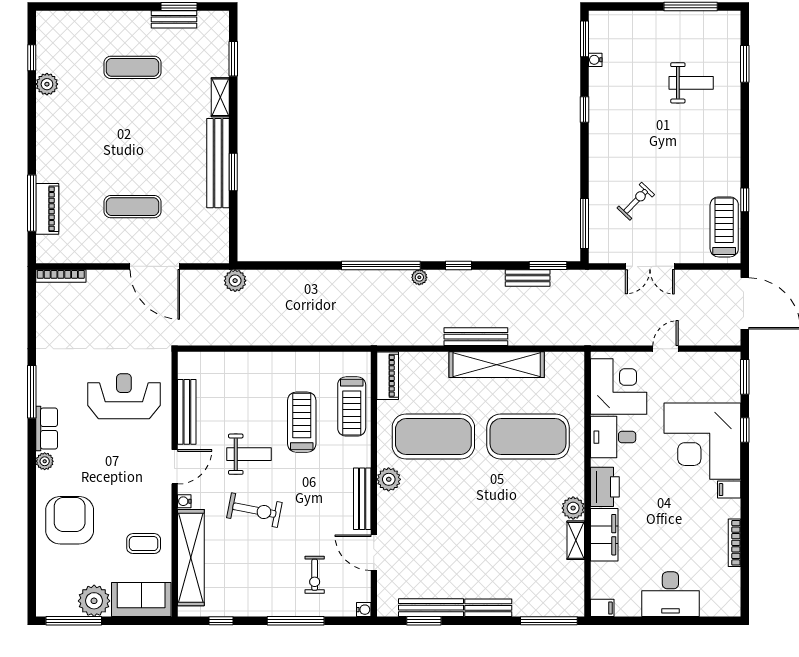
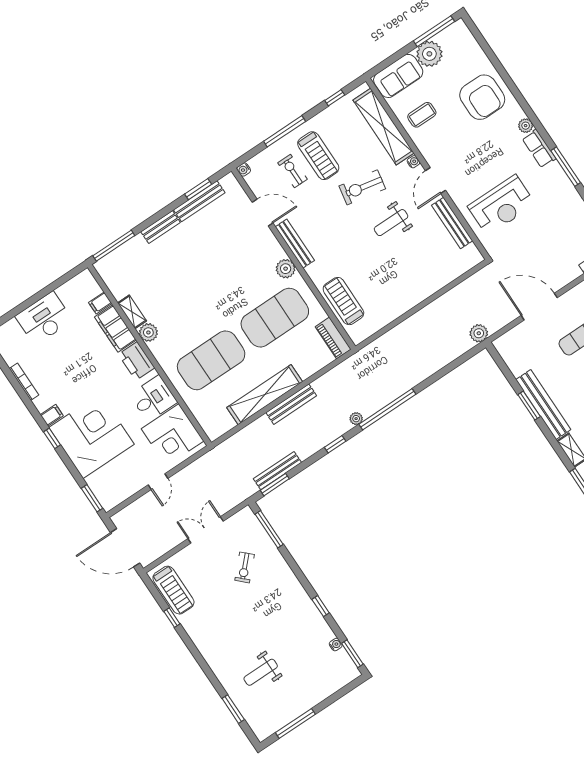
bench: (528, 278) -> (277, 471), width x1.36
treadmill: (302, 422) -> (318, 156), moved
window: (745, 430) -> (52, 438), moved
filing cabinet: (602, 608) -> (100, 303), moved

